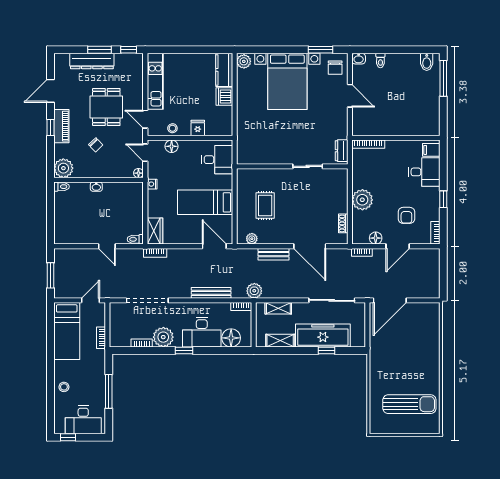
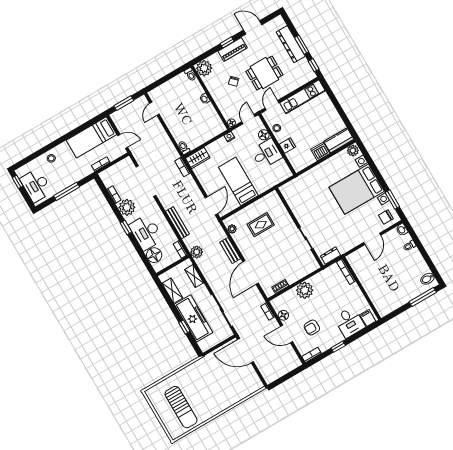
desk: (217, 160) -> (266, 154), moved, turned -90
door: (107, 246) -> (154, 109), moved

